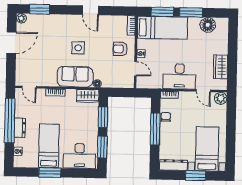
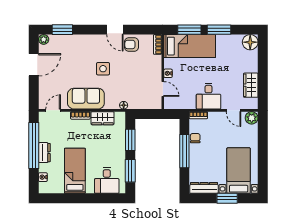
floor lamp: (208, 25) -> (250, 42), moved
armchair: (120, 49) -> (132, 44), moved
desk: (180, 76) -> (208, 96), width x0.73
sofa: (75, 77) -> (86, 99), moved
door: (29, 87) -> (53, 110), swing flipped
wardrobe: (88, 96) -> (103, 118), moved
desk: (80, 156) -> (107, 180), width x0.73
window: (50, 173) -> (76, 198), removed

